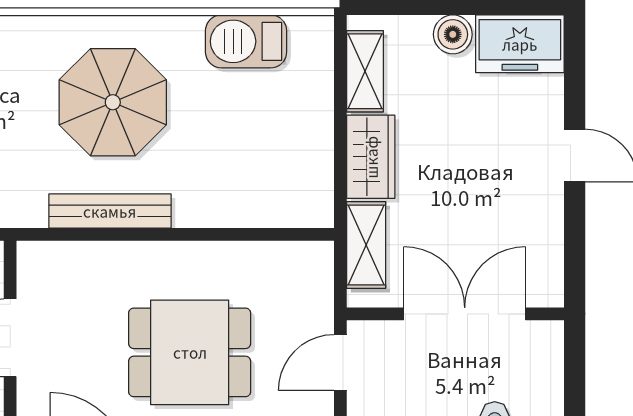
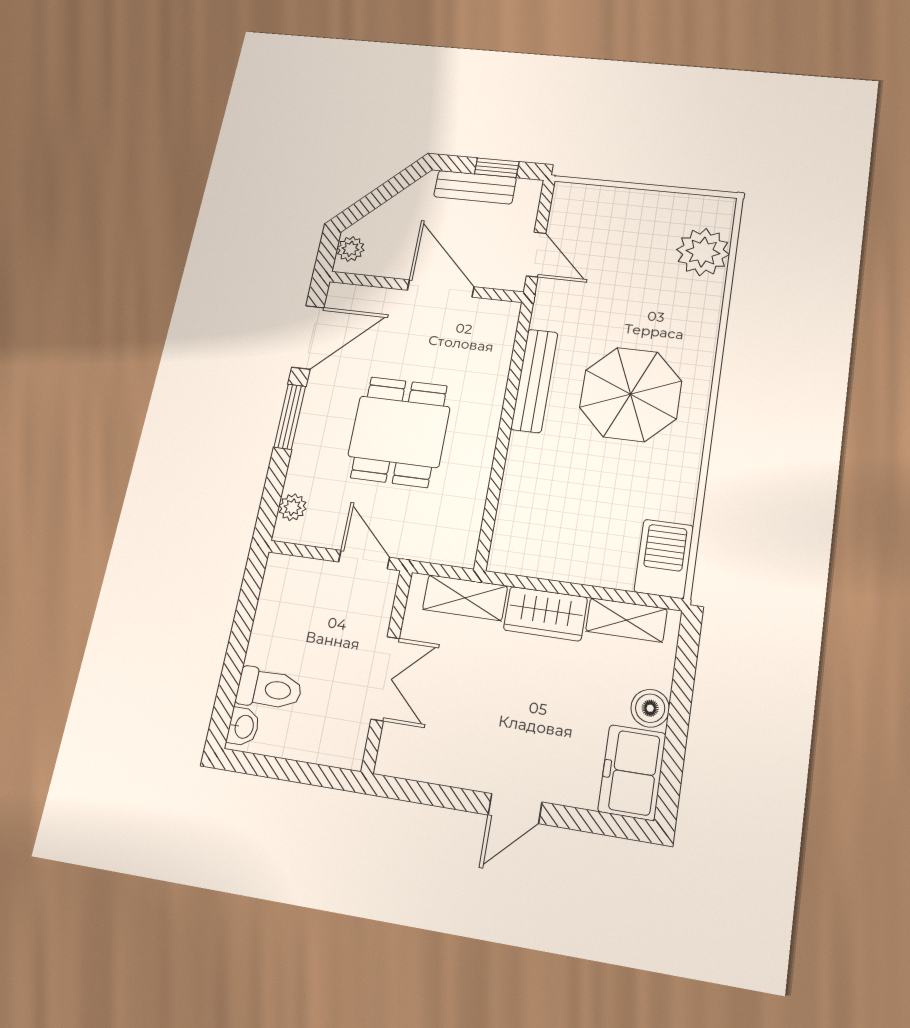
barbecue: (246, 41) -> (664, 559), moved
double door: (465, 314) -> (385, 679), width x0.73

